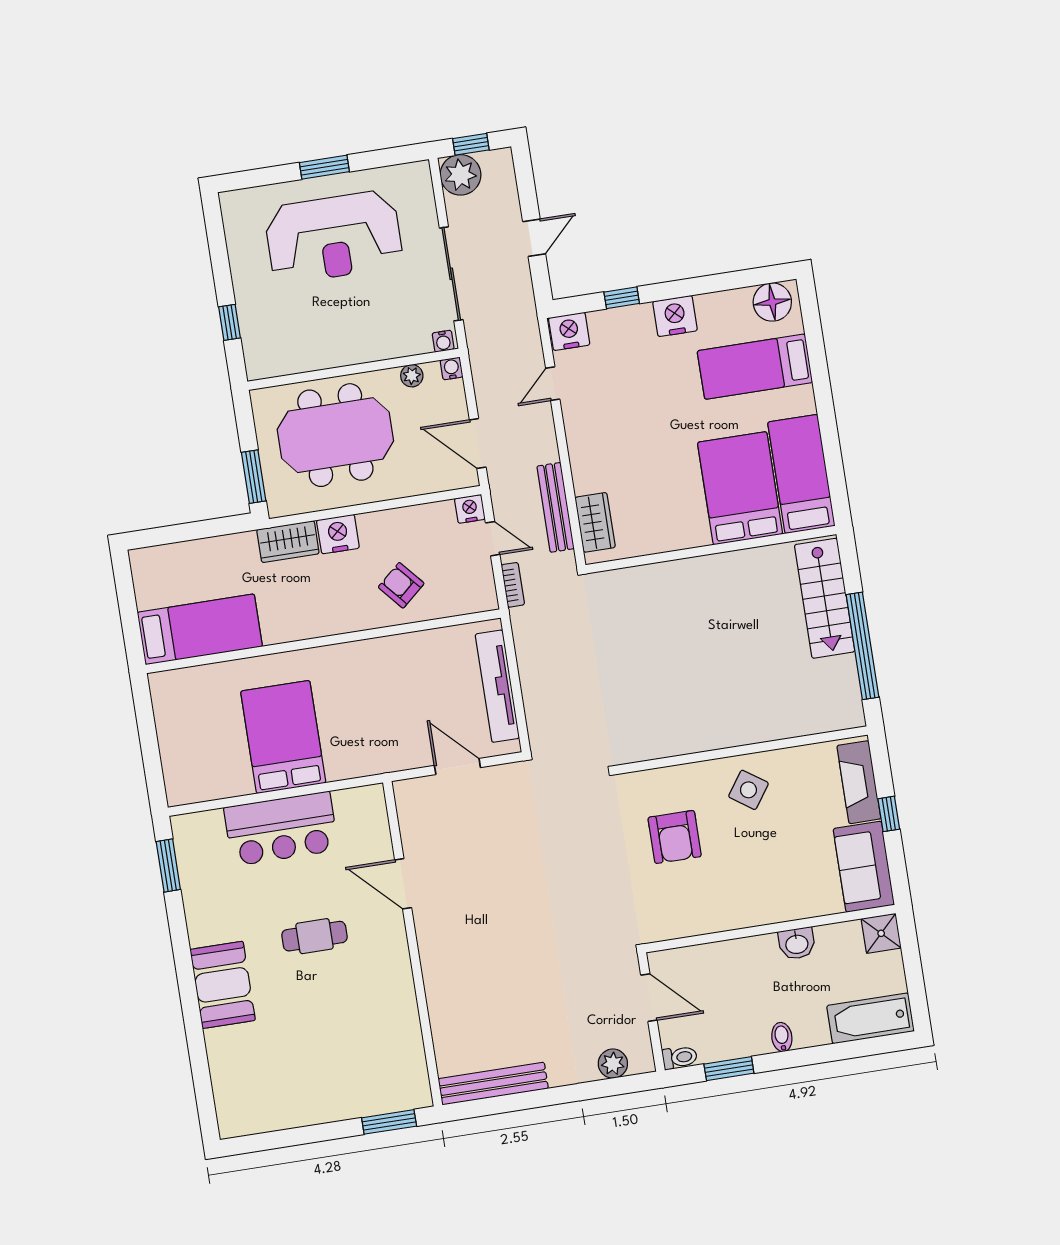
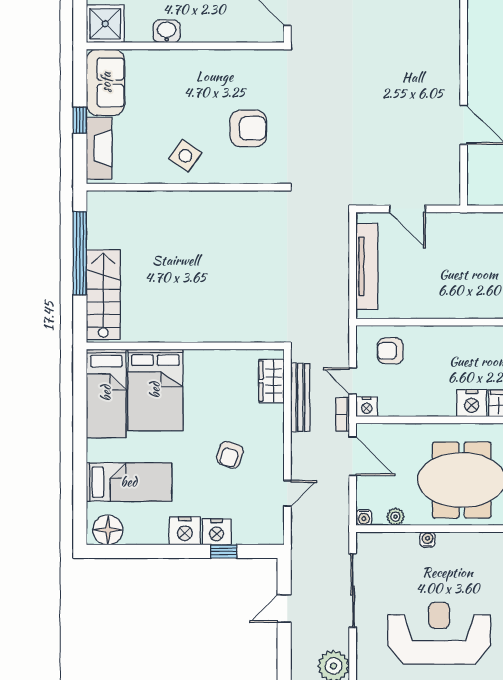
nightstand: (569, 331) -> (217, 532), moved
water cooler: (443, 341) -> (428, 540), moved
armchair: (633, 421) -> (230, 455), added
armchair: (401, 585) -> (390, 351), moved, turned 131
bookcase: (513, 585) -> (343, 414), moved
armchair: (675, 837) -> (248, 128), turned 90
shower: (881, 933) -> (105, 24), width x1.36, depth x1.36

